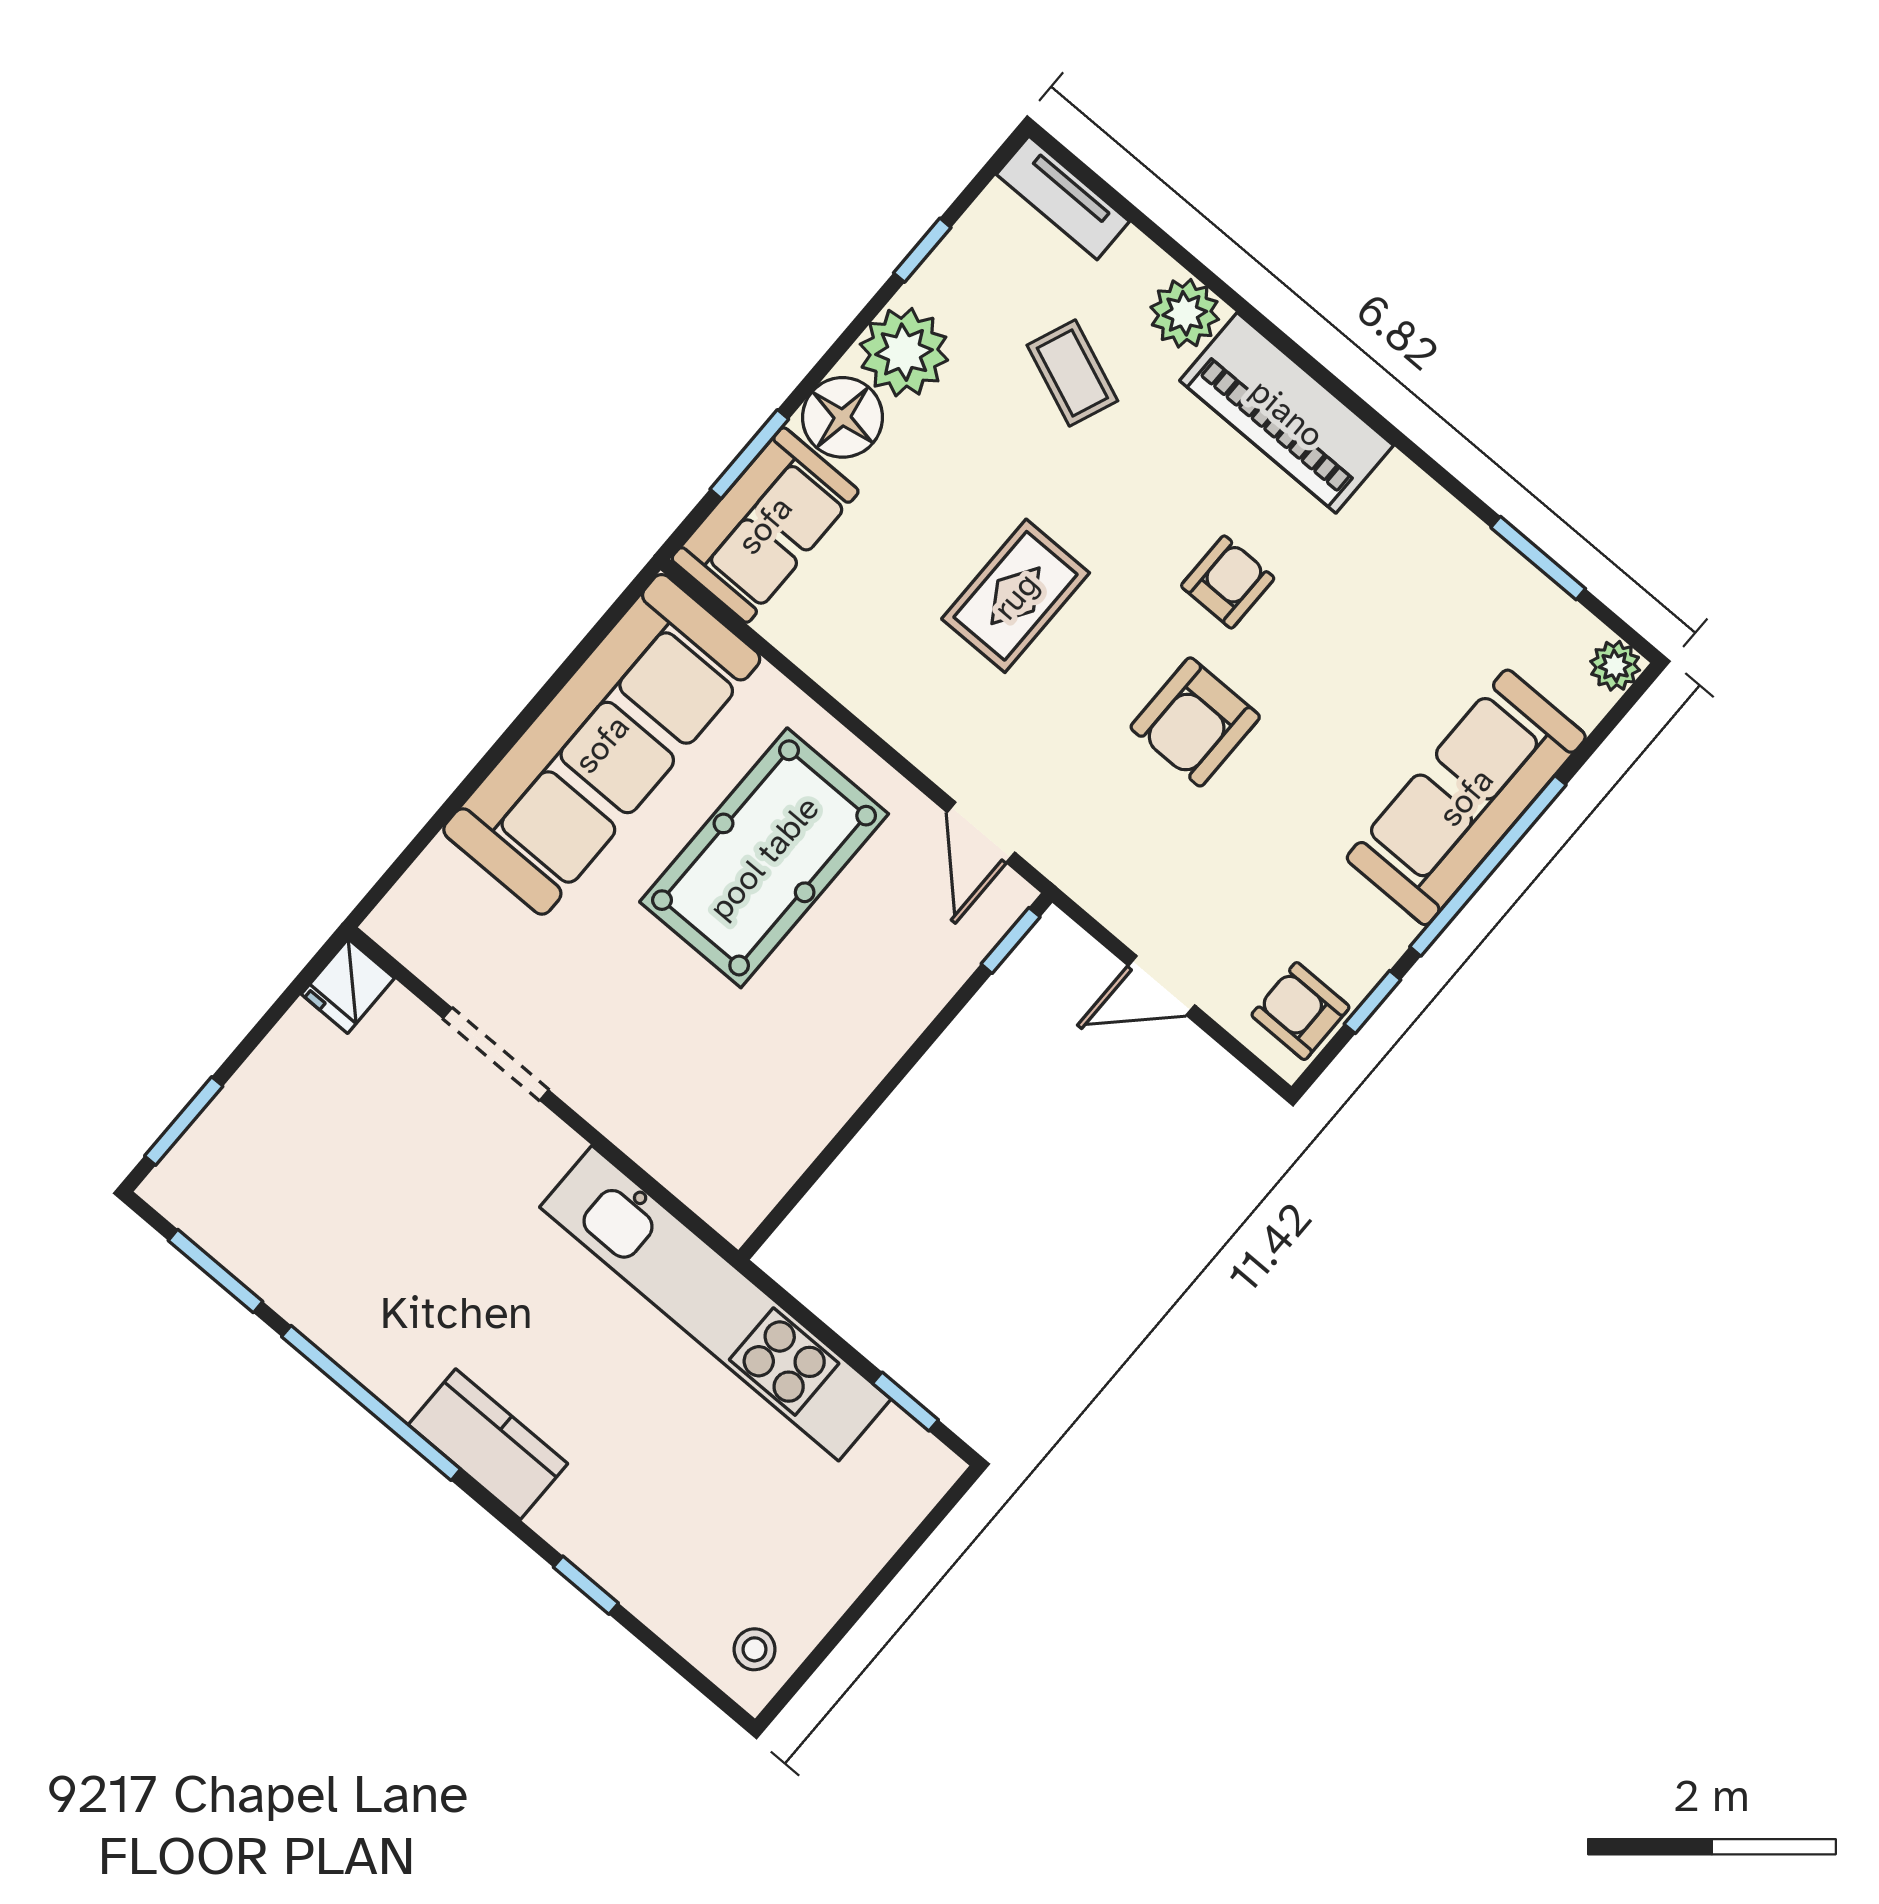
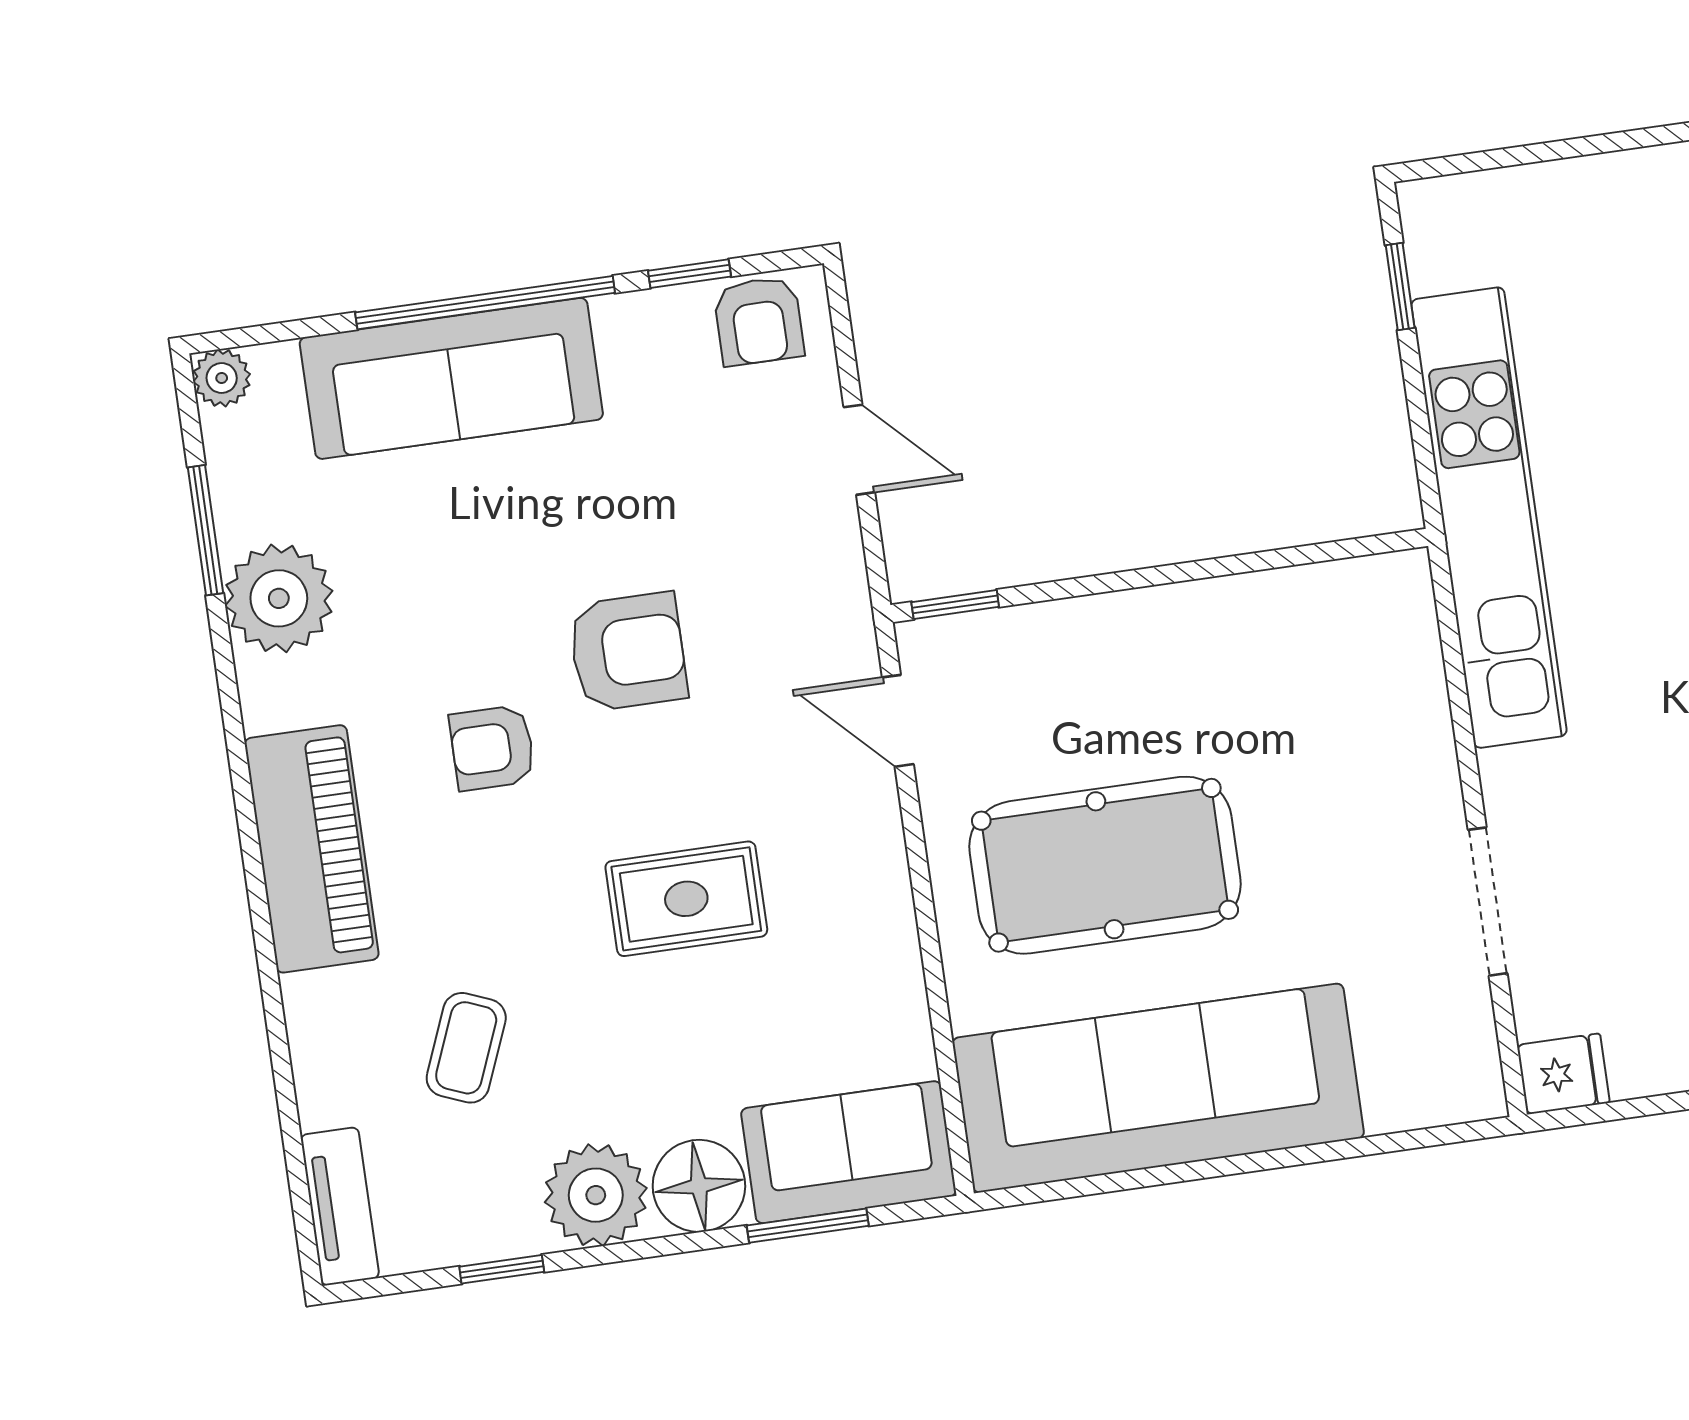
plant: (1185, 313) -> (279, 598), moved, width x1.36, depth x1.36
door: (981, 832) -> (898, 721), swing flipped

